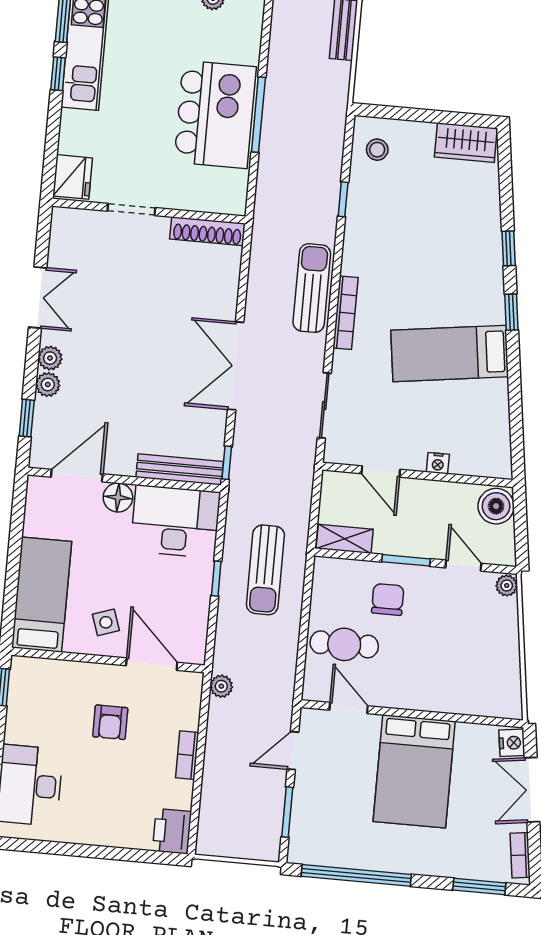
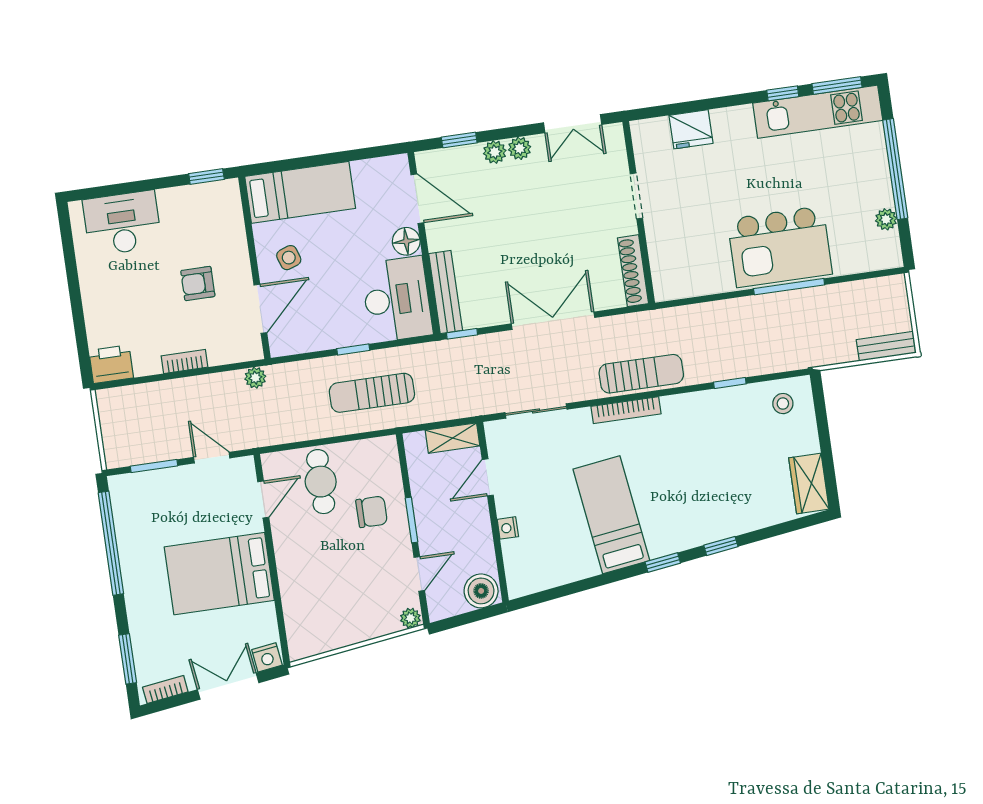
doorway: (131, 209) -> (636, 196), moved
wall: (149, 211) -> (639, 212), moved
shoe rack: (207, 231) -> (633, 271), moved
shelving: (345, 539) -> (452, 438), moved, turned 90

